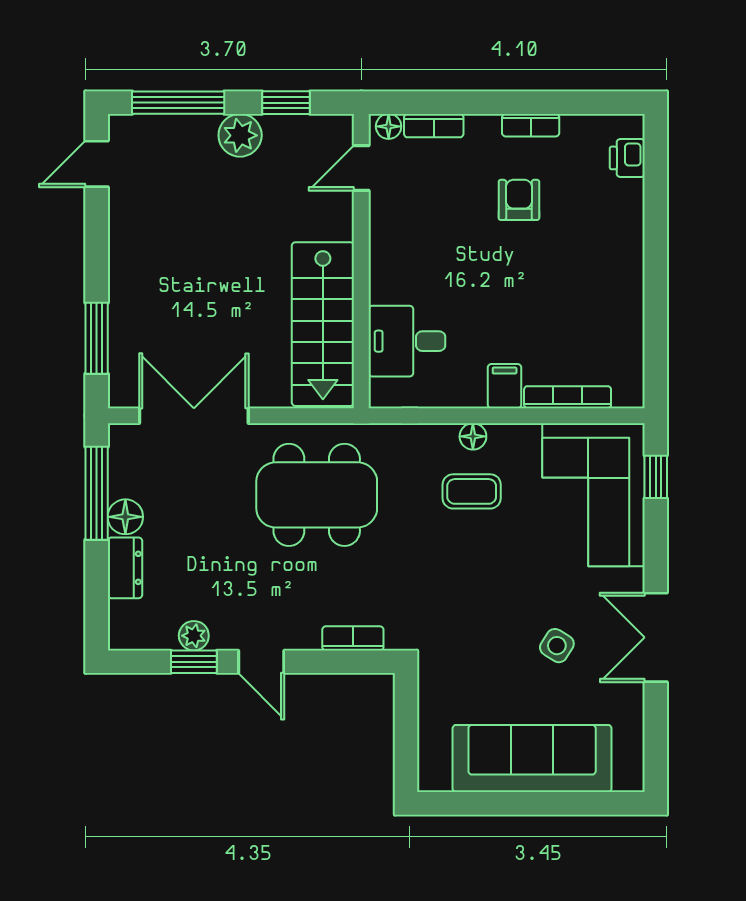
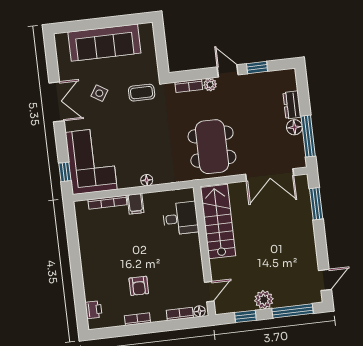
coffee table: (472, 491) -> (142, 93), moved
dining table: (317, 495) -> (212, 147), turned 90
plant: (194, 636) -> (210, 85), moved

